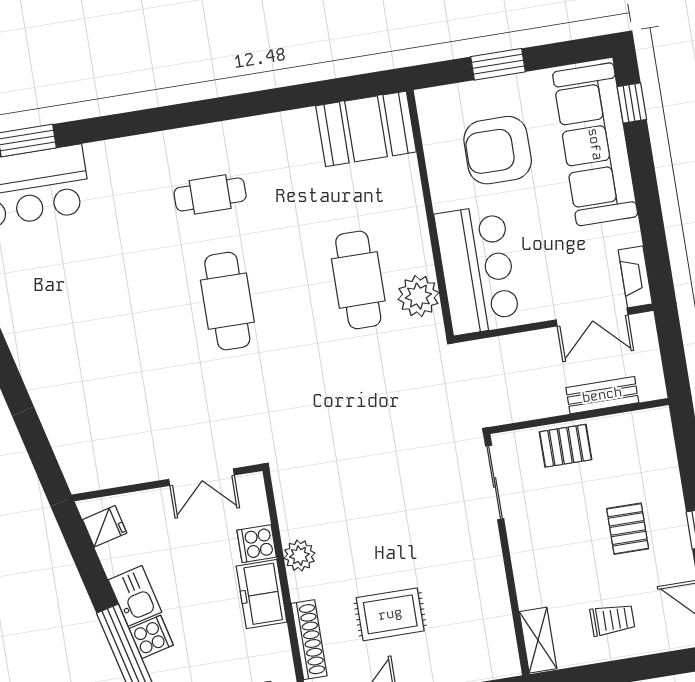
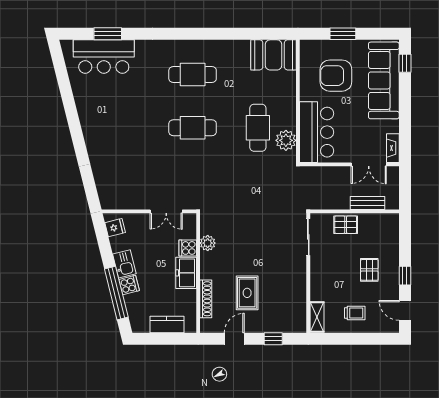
cafe table: (210, 194) -> (193, 74), width x1.37, depth x1.35
cafe table: (227, 301) -> (193, 128), turned 90
plant: (299, 556) -> (208, 243), moved
rug: (390, 614) -> (247, 293), turned 90

